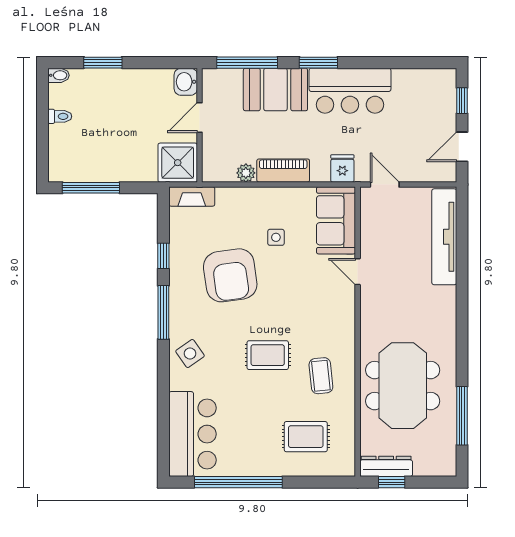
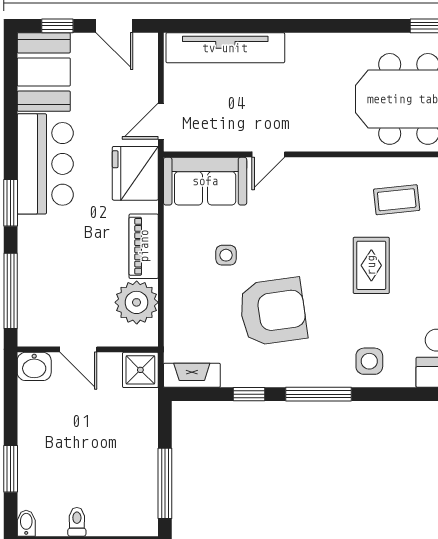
booth: (275, 90) -> (44, 72), moved
shower: (178, 163) -> (140, 370), width x0.73, depth x0.73
fridge: (342, 168) -> (135, 173), width x1.88, depth x1.34
plant: (246, 173) -> (137, 302), width x1.87, depth x1.87
fireplace: (192, 196) -> (192, 375), moved, turned -90
side table: (190, 353) -> (369, 361), turned 35

